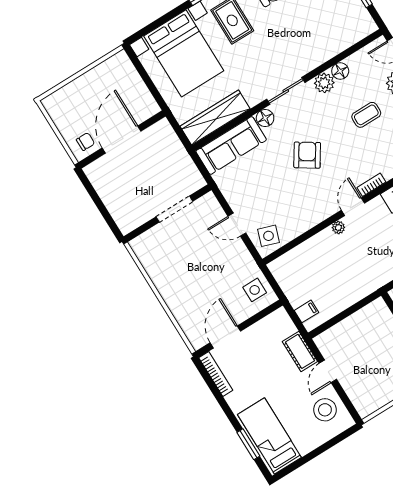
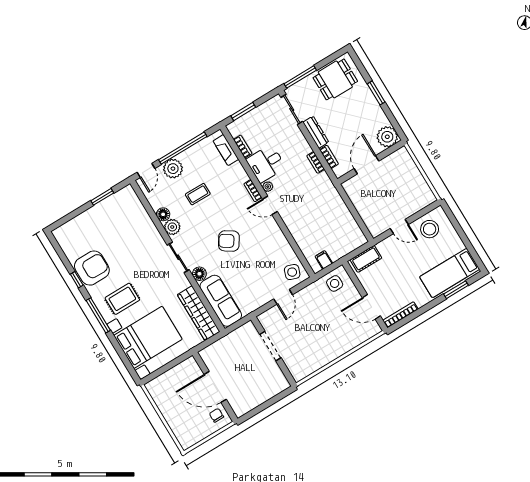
coffee table: (366, 115) -> (198, 194), turned 90
plant: (338, 227) -> (268, 187), moved
filing cabinet: (306, 311) -> (324, 260), moved
cot: (300, 351) -> (366, 259), moved

